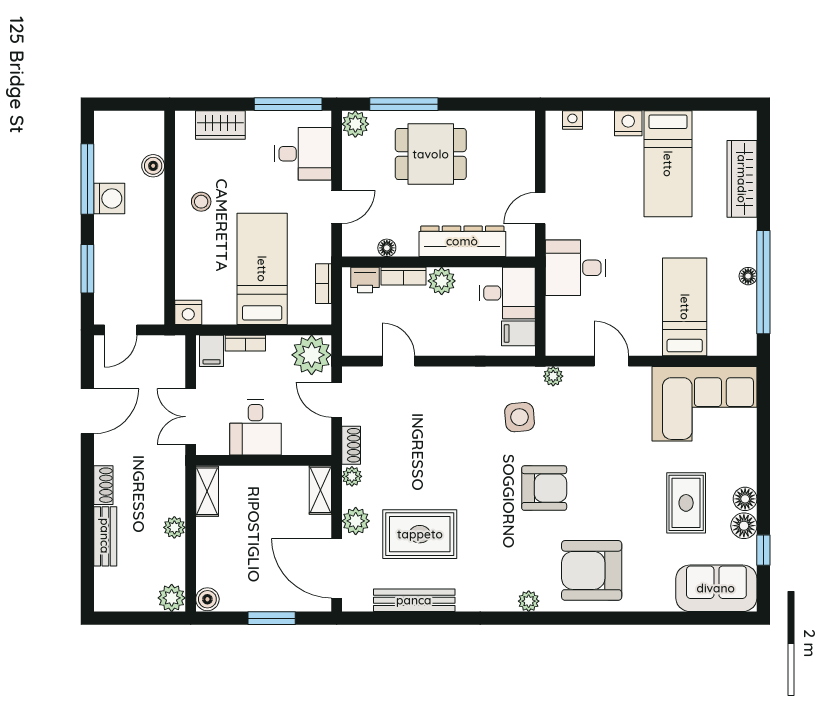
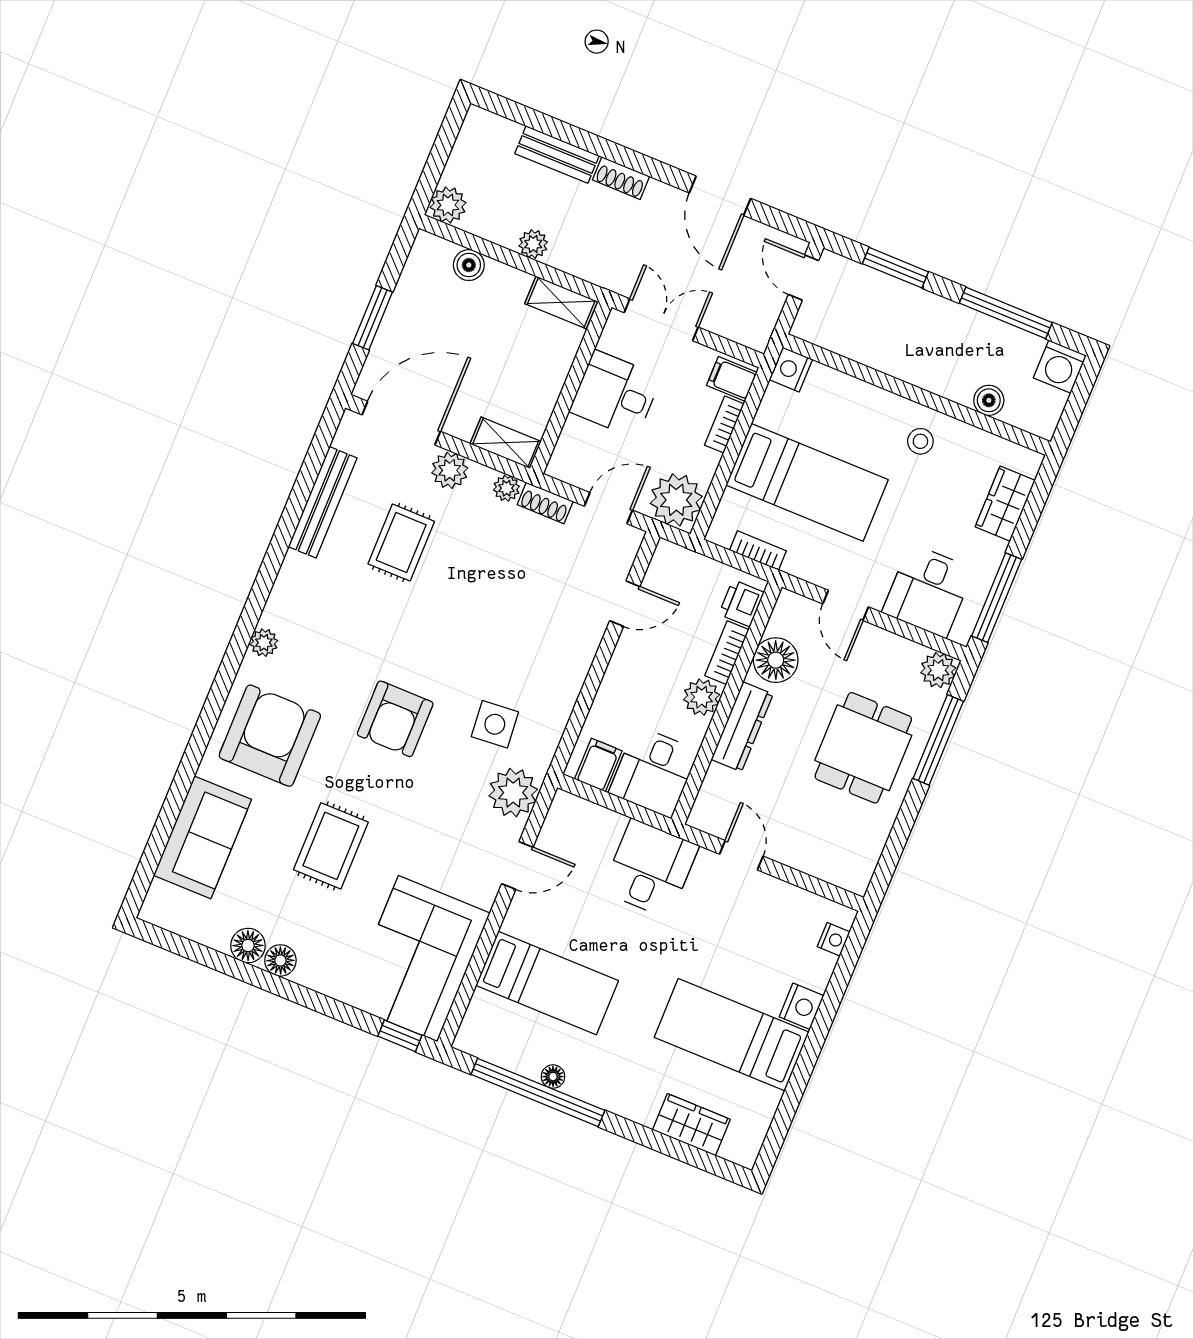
wardrobe: (742, 179) -> (691, 1125), width x0.67
washing machine: (109, 198) -> (1060, 367), moved
dresser: (462, 241) -> (742, 727), width x0.73, depth x0.80
floor lamp: (387, 248) -> (776, 660), width x1.89, depth x1.89
plant: (553, 376) -> (513, 793), width x1.88, depth x1.88
rug: (686, 503) -> (331, 846), moved, turned 90
rug: (420, 534) -> (401, 543), width x0.73, depth x0.70
window: (763, 550) -> (400, 1036), moved
sofa: (716, 588) -> (202, 837), moved
boiler: (207, 599) -> (469, 265), moved

